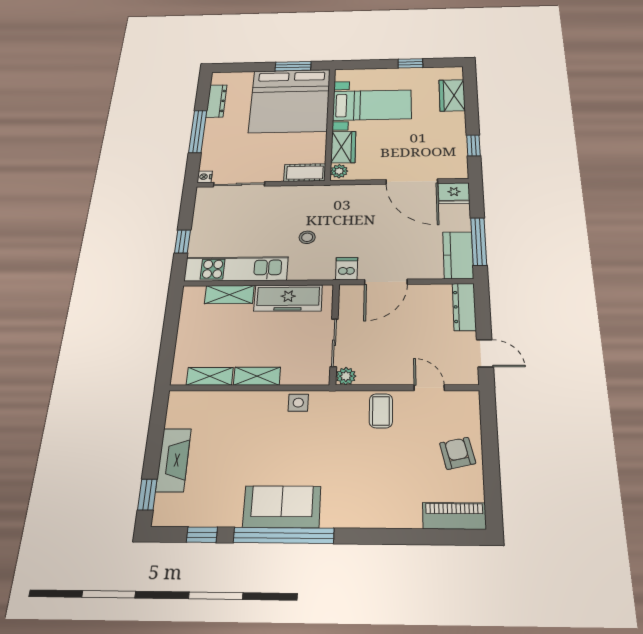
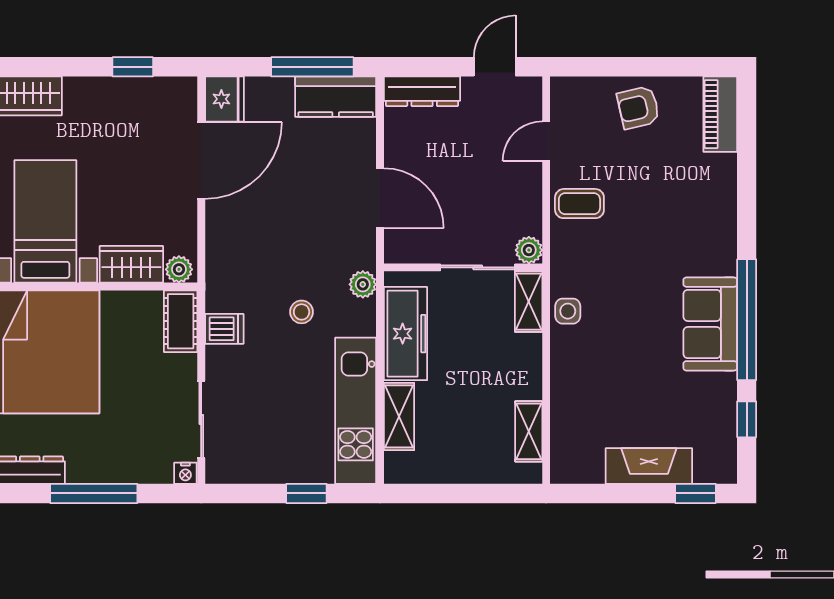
dishwasher: (347, 269) -> (224, 329), moved, turned 180
plant: (325, 272) -> (363, 284), added
shelving: (257, 376) -> (529, 302), moved

